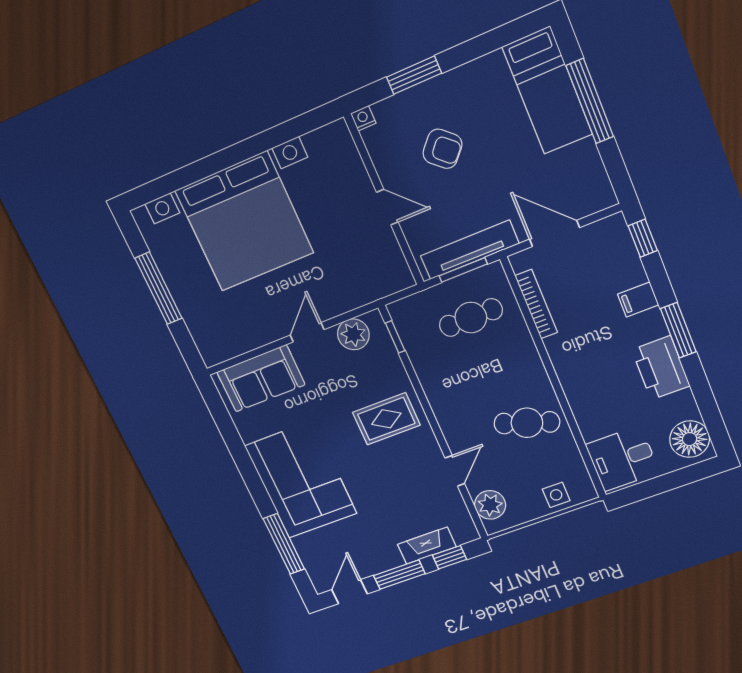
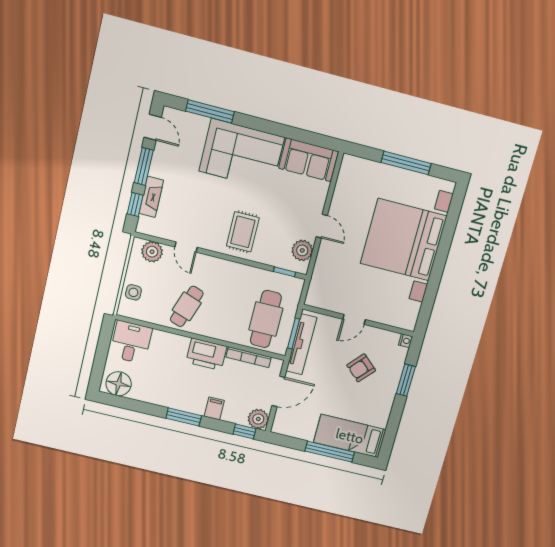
plant: (612, 232) -> (258, 419), added
cafe table: (471, 318) -> (266, 319), width x1.37, depth x1.35
printer: (661, 368) -> (206, 354), moved, turned 180
sofa: (261, 378) -> (308, 160), moved, turned -90

